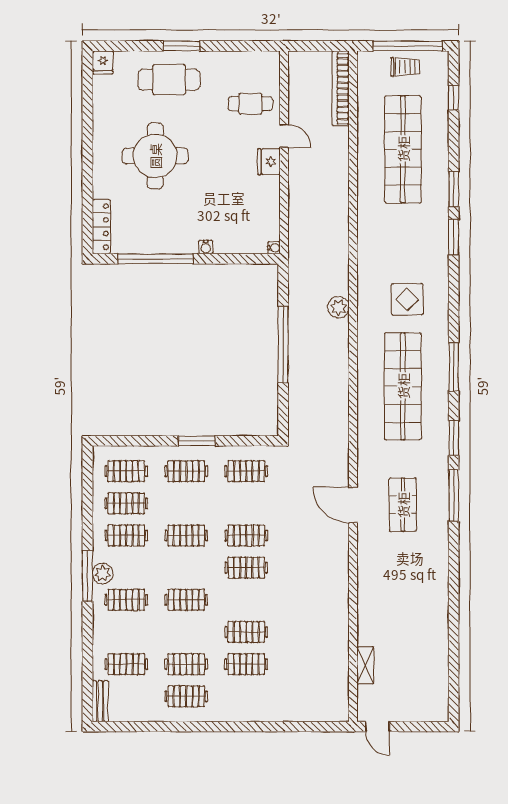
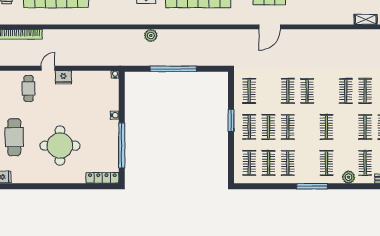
clothes rail: (186, 503) -> (268, 127), added
plant: (103, 573) -> (349, 177), moved

